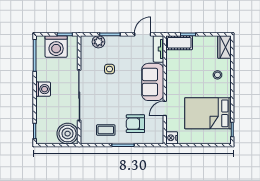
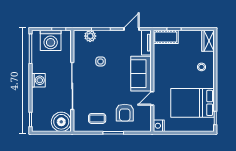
armchair: (135, 124) -> (125, 113), turned -90

